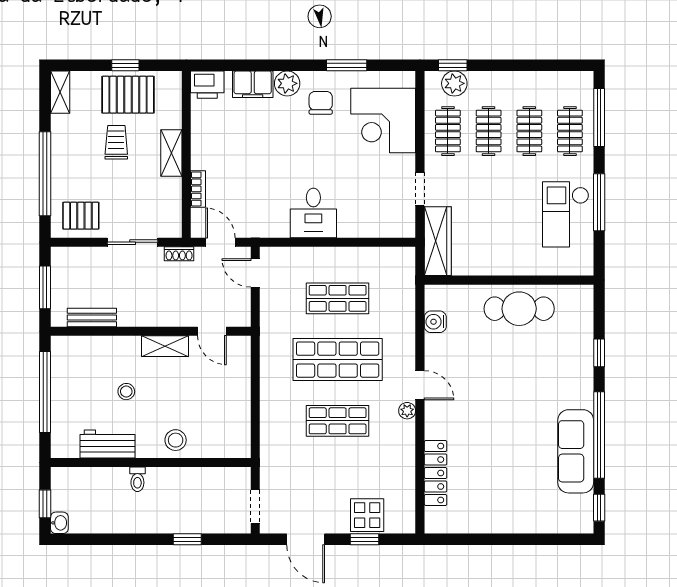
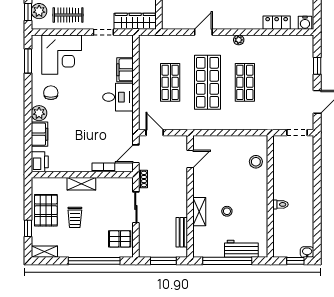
window: (125, 65) -> (28, 228), moved
window: (347, 65) -> (28, 61), moved
chair: (321, 103) -> (51, 93), turned 90
trolley: (116, 142) -> (75, 217), turned -90
pallet: (81, 216) -> (120, 239), turned 90
filing cabinet: (358, 224) -> (125, 70), added
door: (255, 273) -> (155, 133), swing flipped
water cooler: (435, 322) -> (305, 23), moved
shelving: (165, 346) -> (199, 212), moved
door: (420, 385) -> (203, 32), moved
stool: (176, 440) -> (256, 162), moved
workbench: (107, 444) -> (241, 249), moved, turned 90
locker: (436, 473) -> (277, 23), width x0.66
display table: (367, 515) -> (302, 64), removed
window: (187, 539) -> (317, 174), removed

